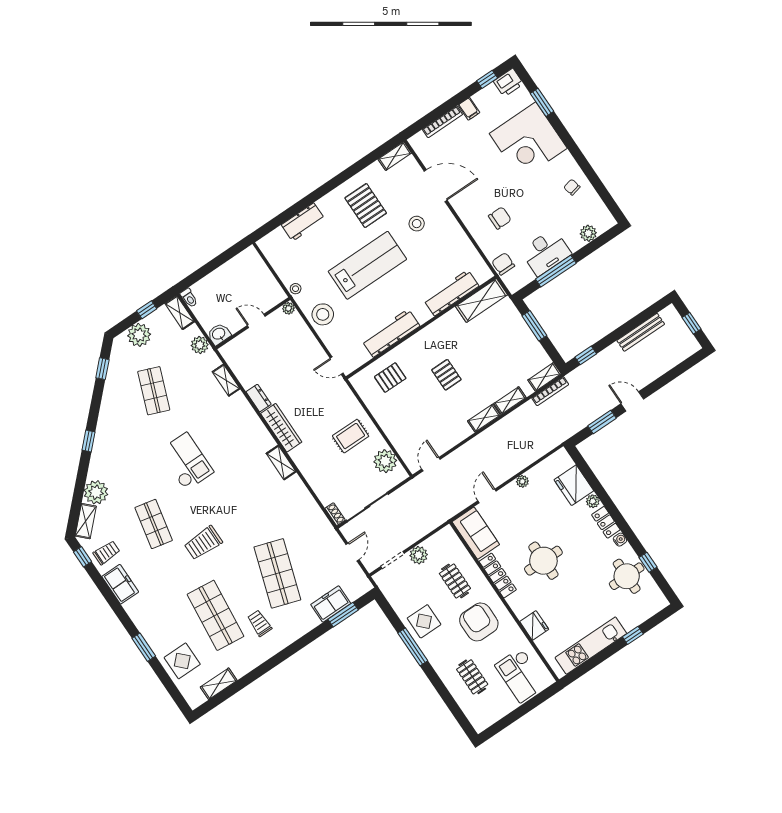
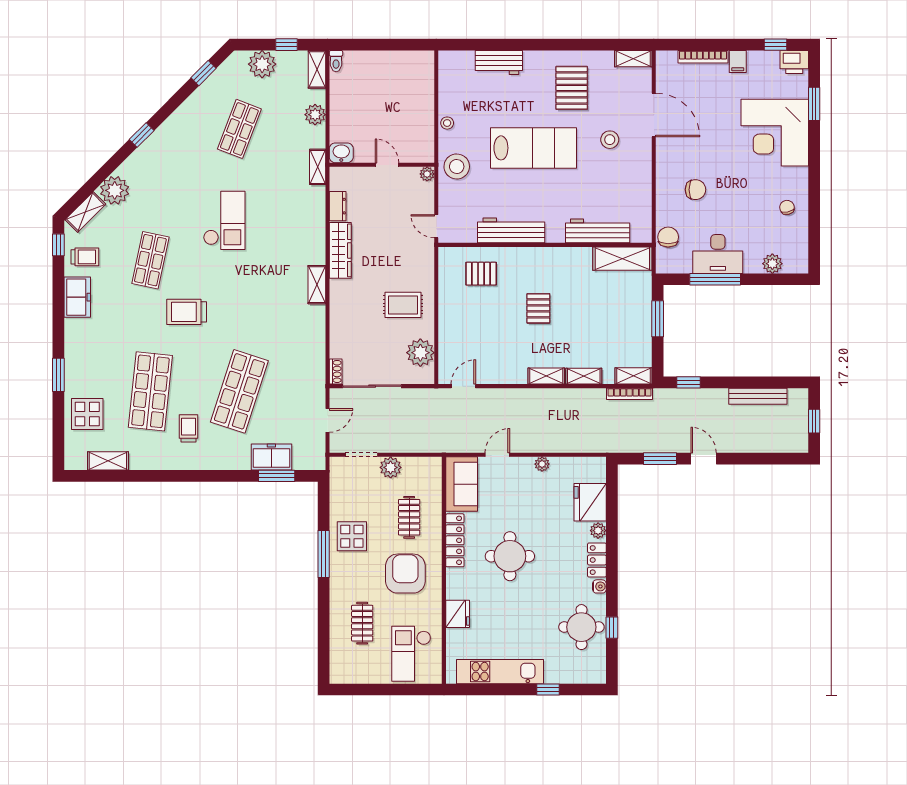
plant: (289, 308) -> (427, 174), moved
door: (256, 321) -> (387, 165), moved
wall: (253, 323) -> (382, 165), moved
washbasin: (219, 334) -> (341, 153), moved

